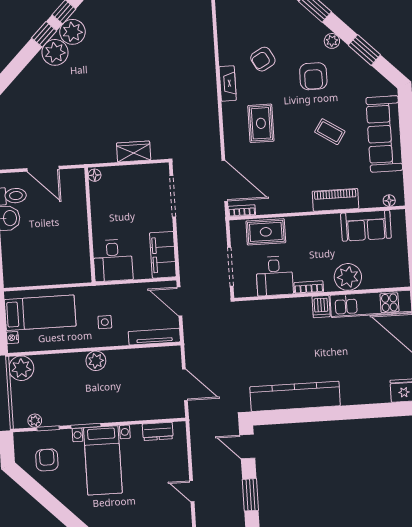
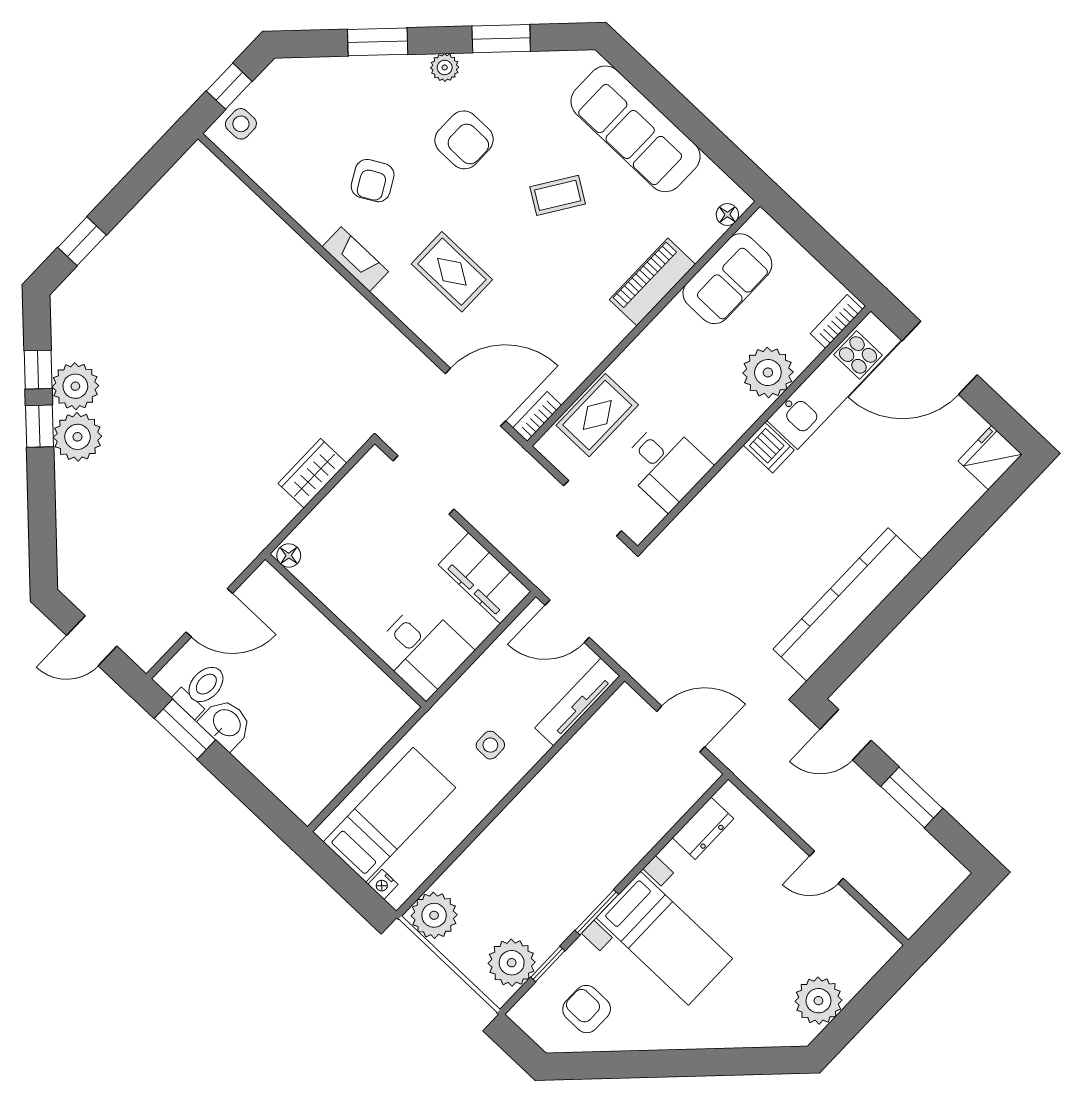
bookcase: (309, 287) -> (836, 321), moved
plant: (96, 361) -> (528, 810), removed
plant: (35, 421) -> (512, 963), width x1.87, depth x1.87

